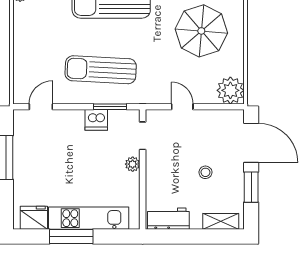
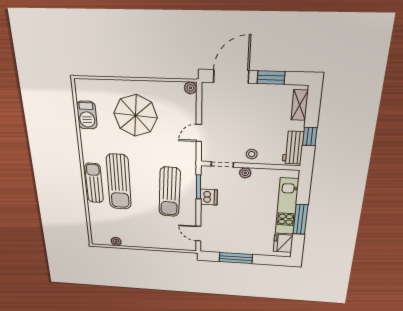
plant: (230, 90) -> (190, 88), width x0.53, depth x0.53
stool: (205, 172) -> (252, 154), moved
window: (183, 236) -> (310, 136), added

